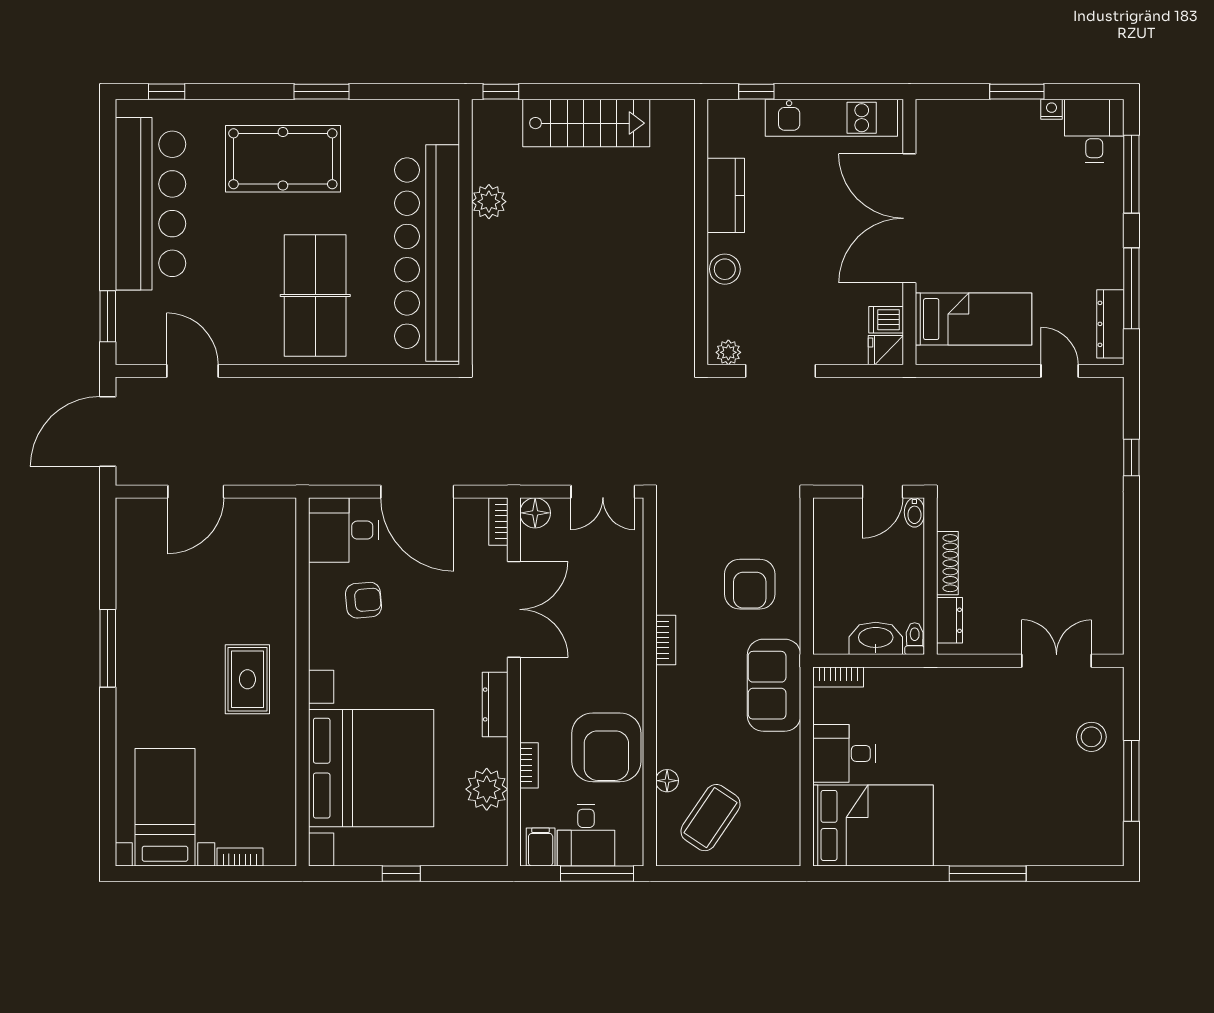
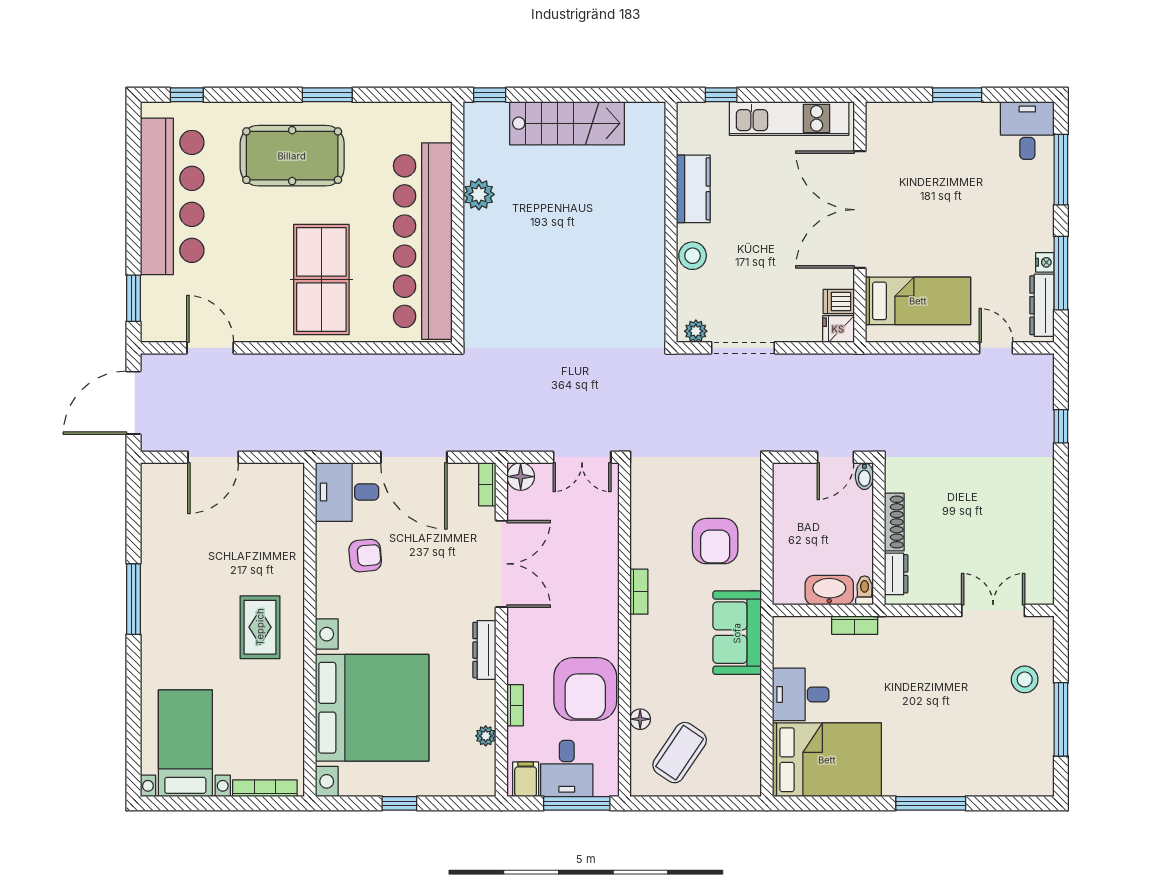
nightstand: (1052, 109) -> (1045, 262), moved, turned 90
bookcase: (838, 677) -> (855, 625), moved
plant: (487, 789) -> (486, 736), width x0.53, depth x0.53
bookcase: (240, 857) -> (265, 788), width x1.56

